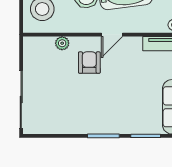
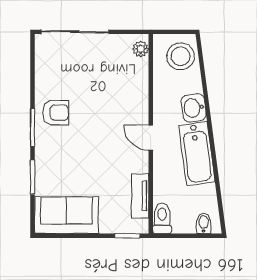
plant: (62, 43) -> (141, 49), moved
armchair: (89, 63) -> (56, 113), moved

